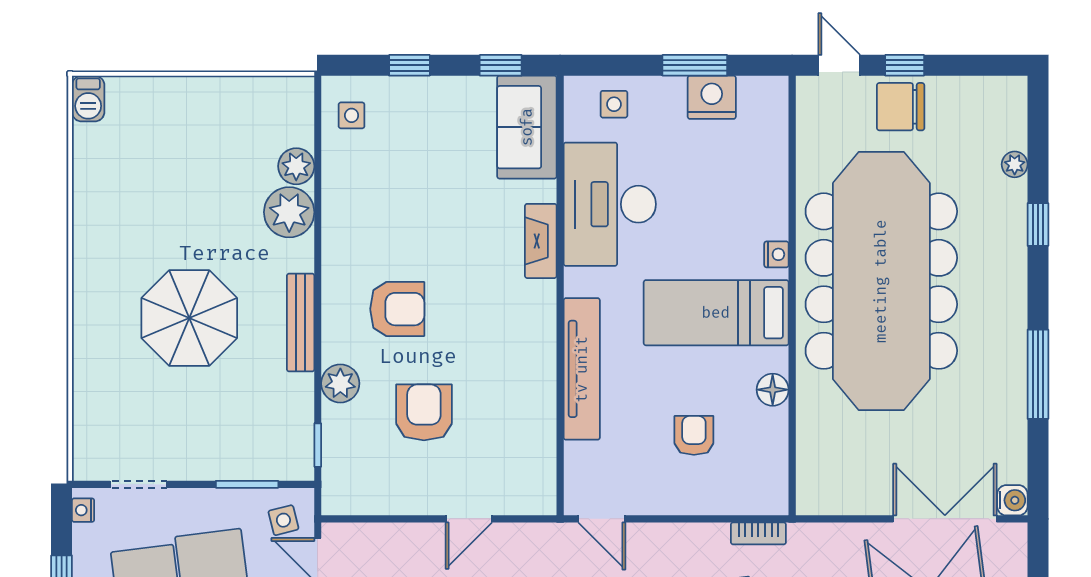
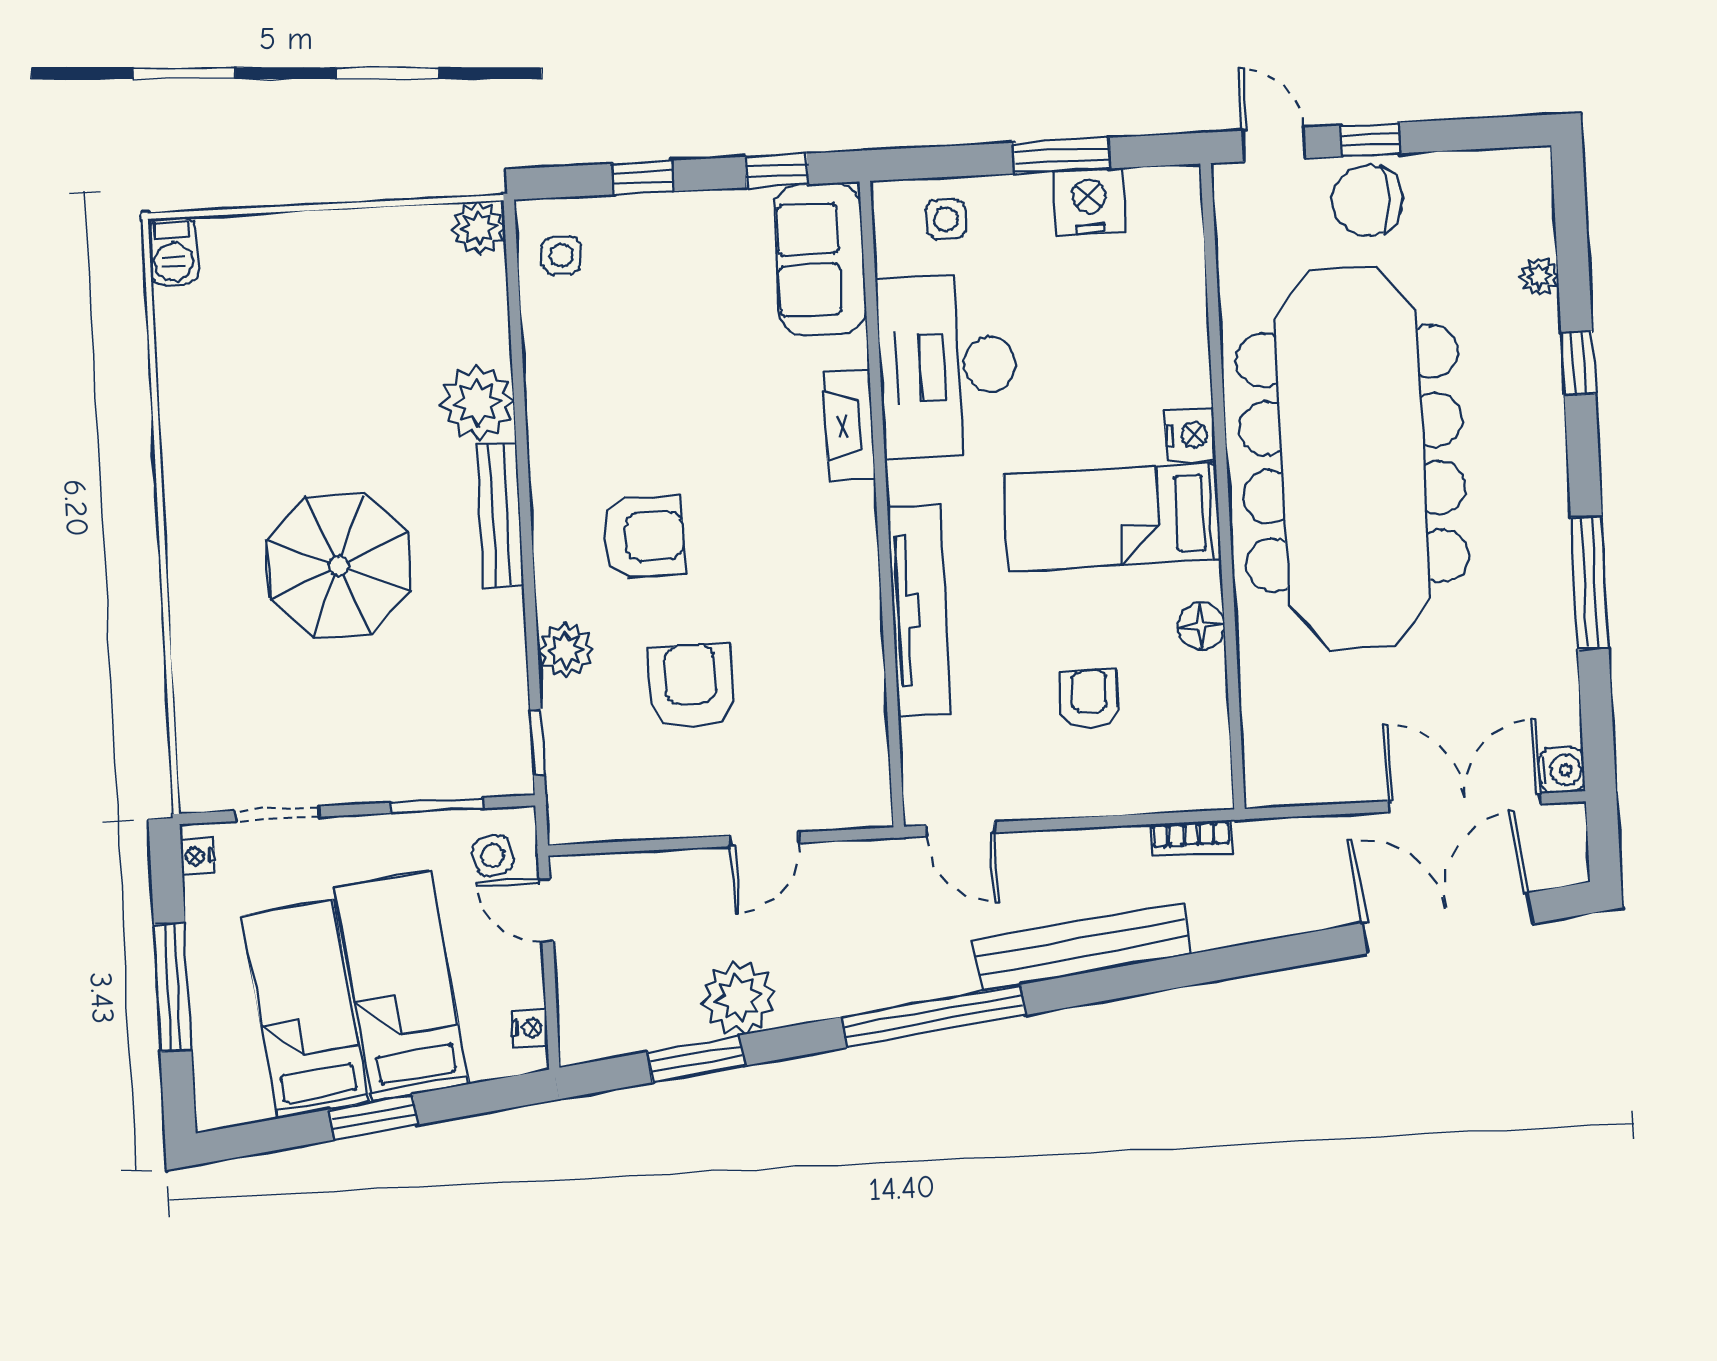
plant: (296, 166) -> (479, 228), moved
nightstand: (776, 254) -> (1190, 435), width x1.39, depth x1.35
bench: (301, 323) -> (500, 515), moved

